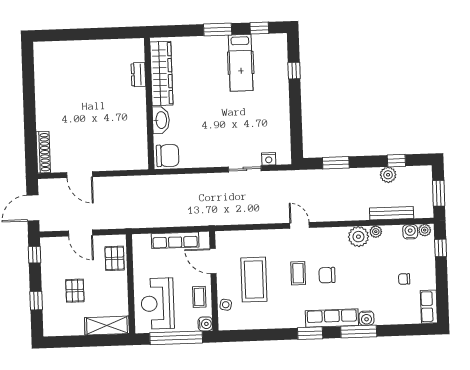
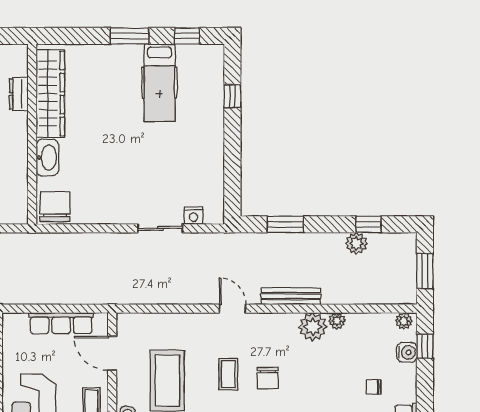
chair: (168, 156) -> (55, 206), turned -90
bench: (392, 213) -> (291, 296), moved
water cooler: (410, 232) -> (407, 352), moved, turned 90
chair: (327, 275) -> (268, 378), turned -91

